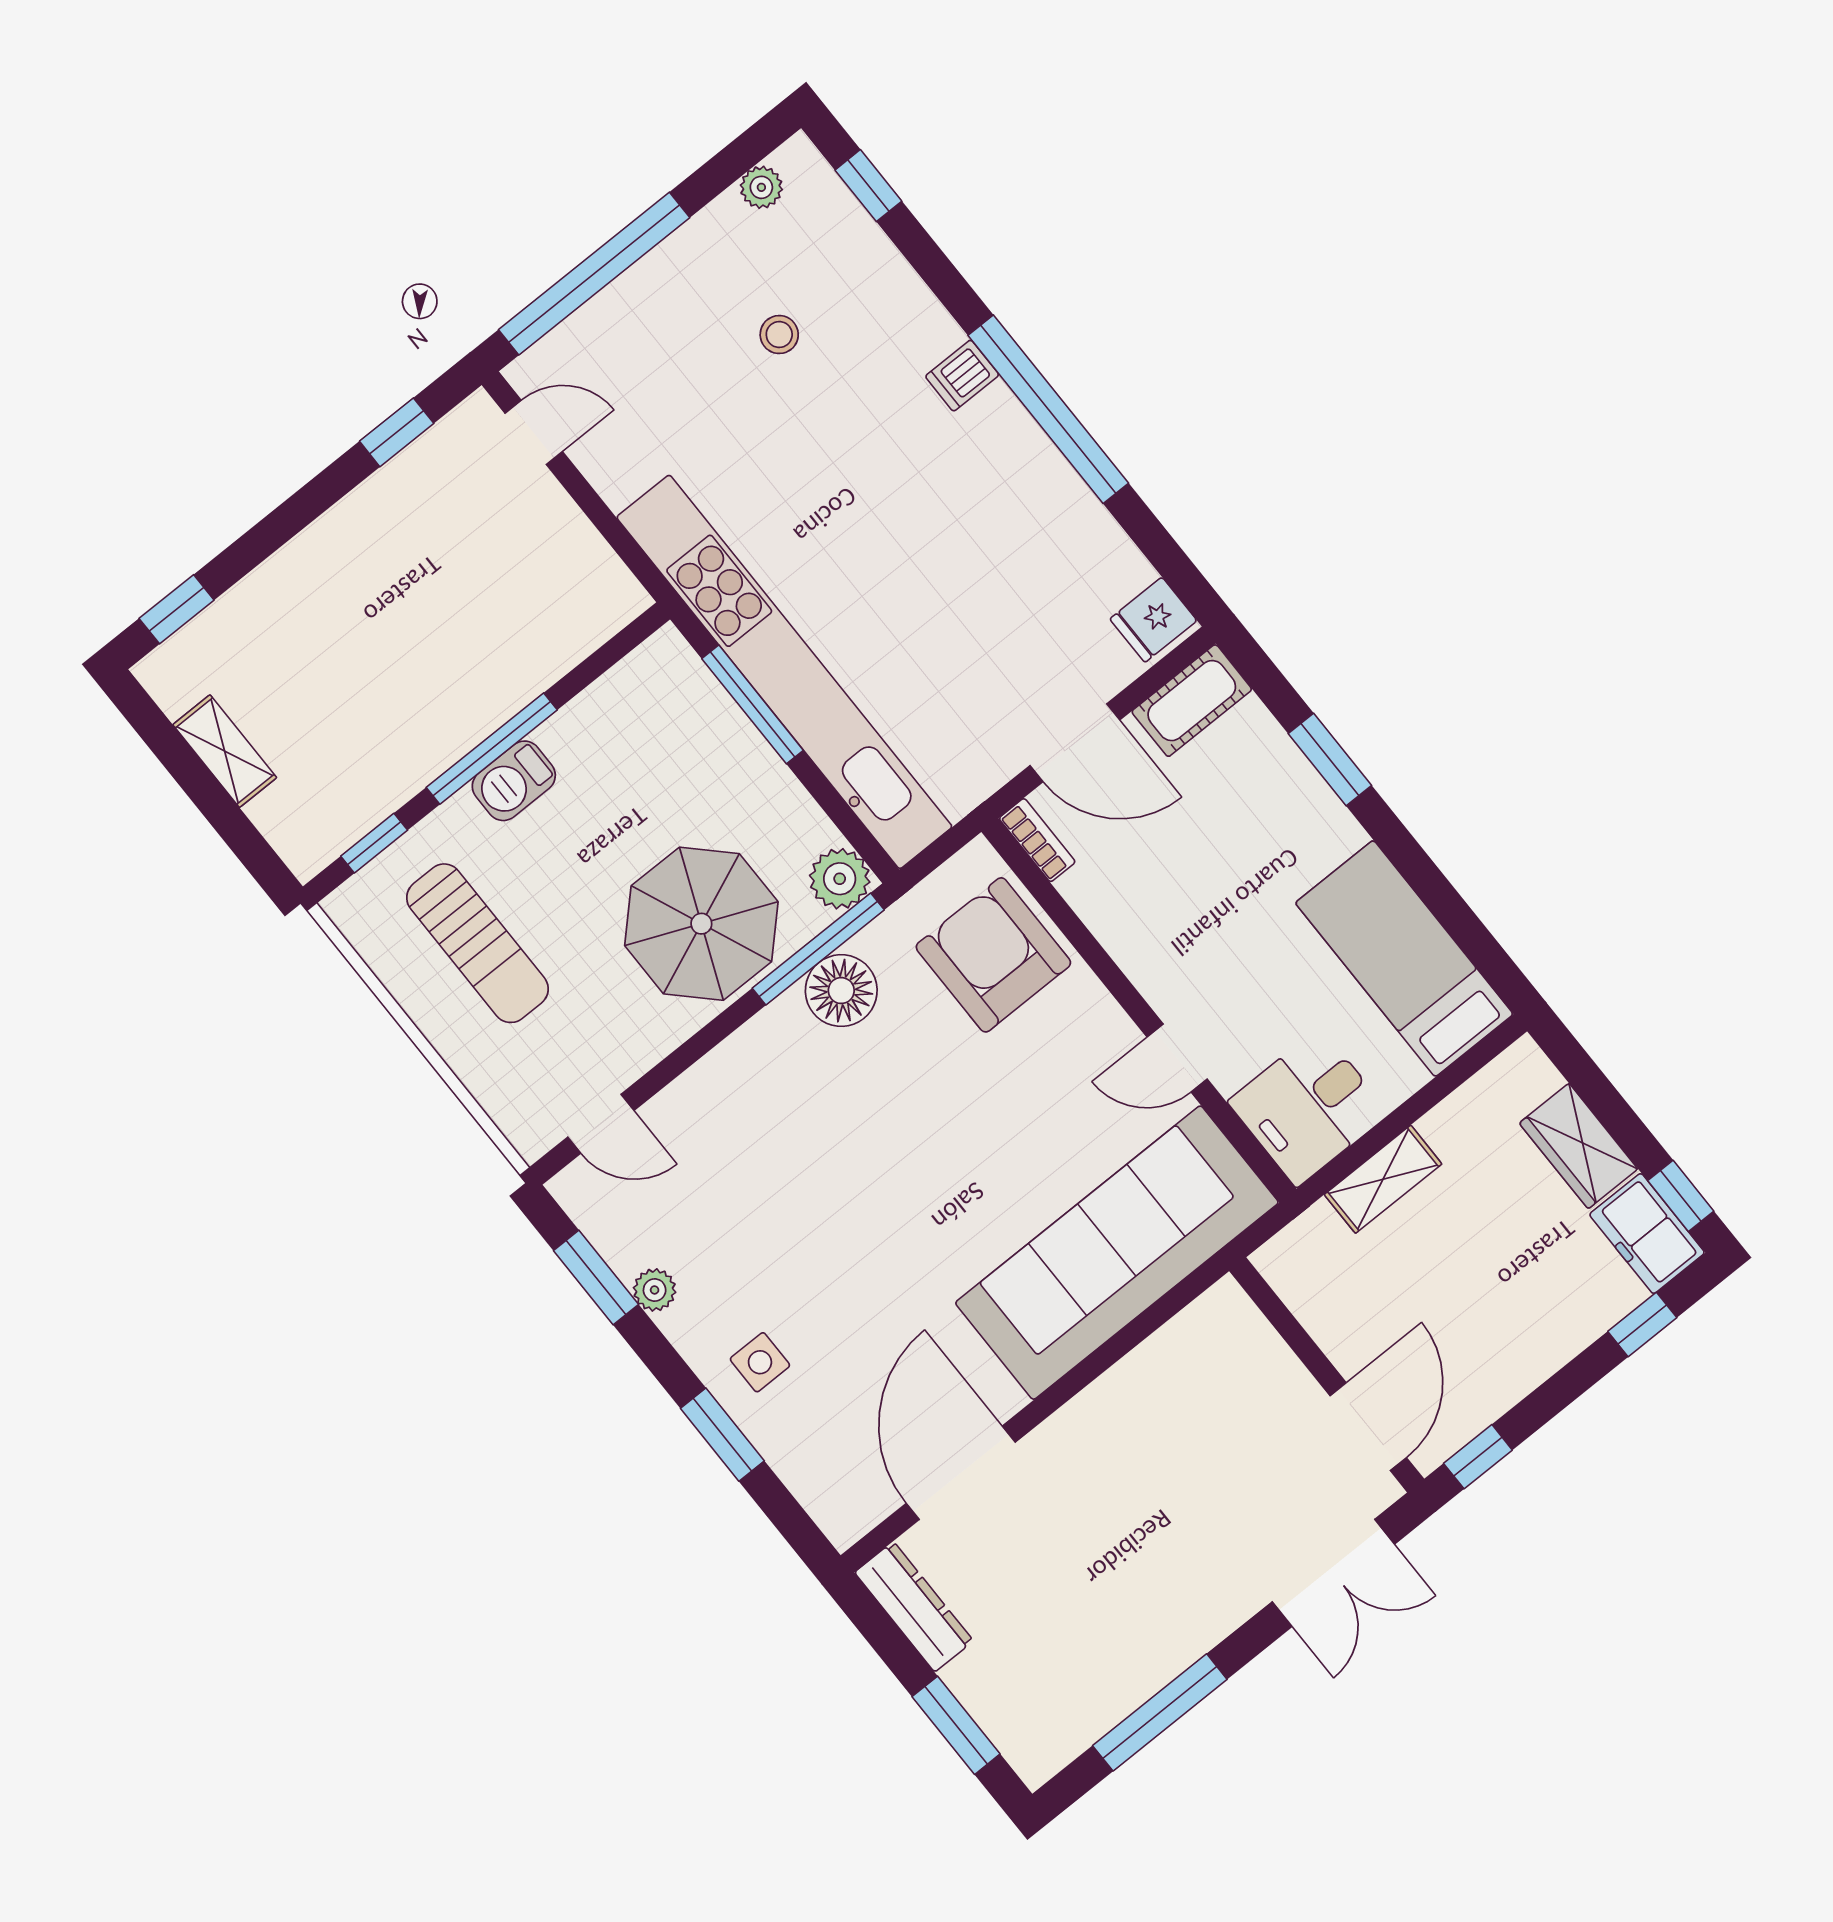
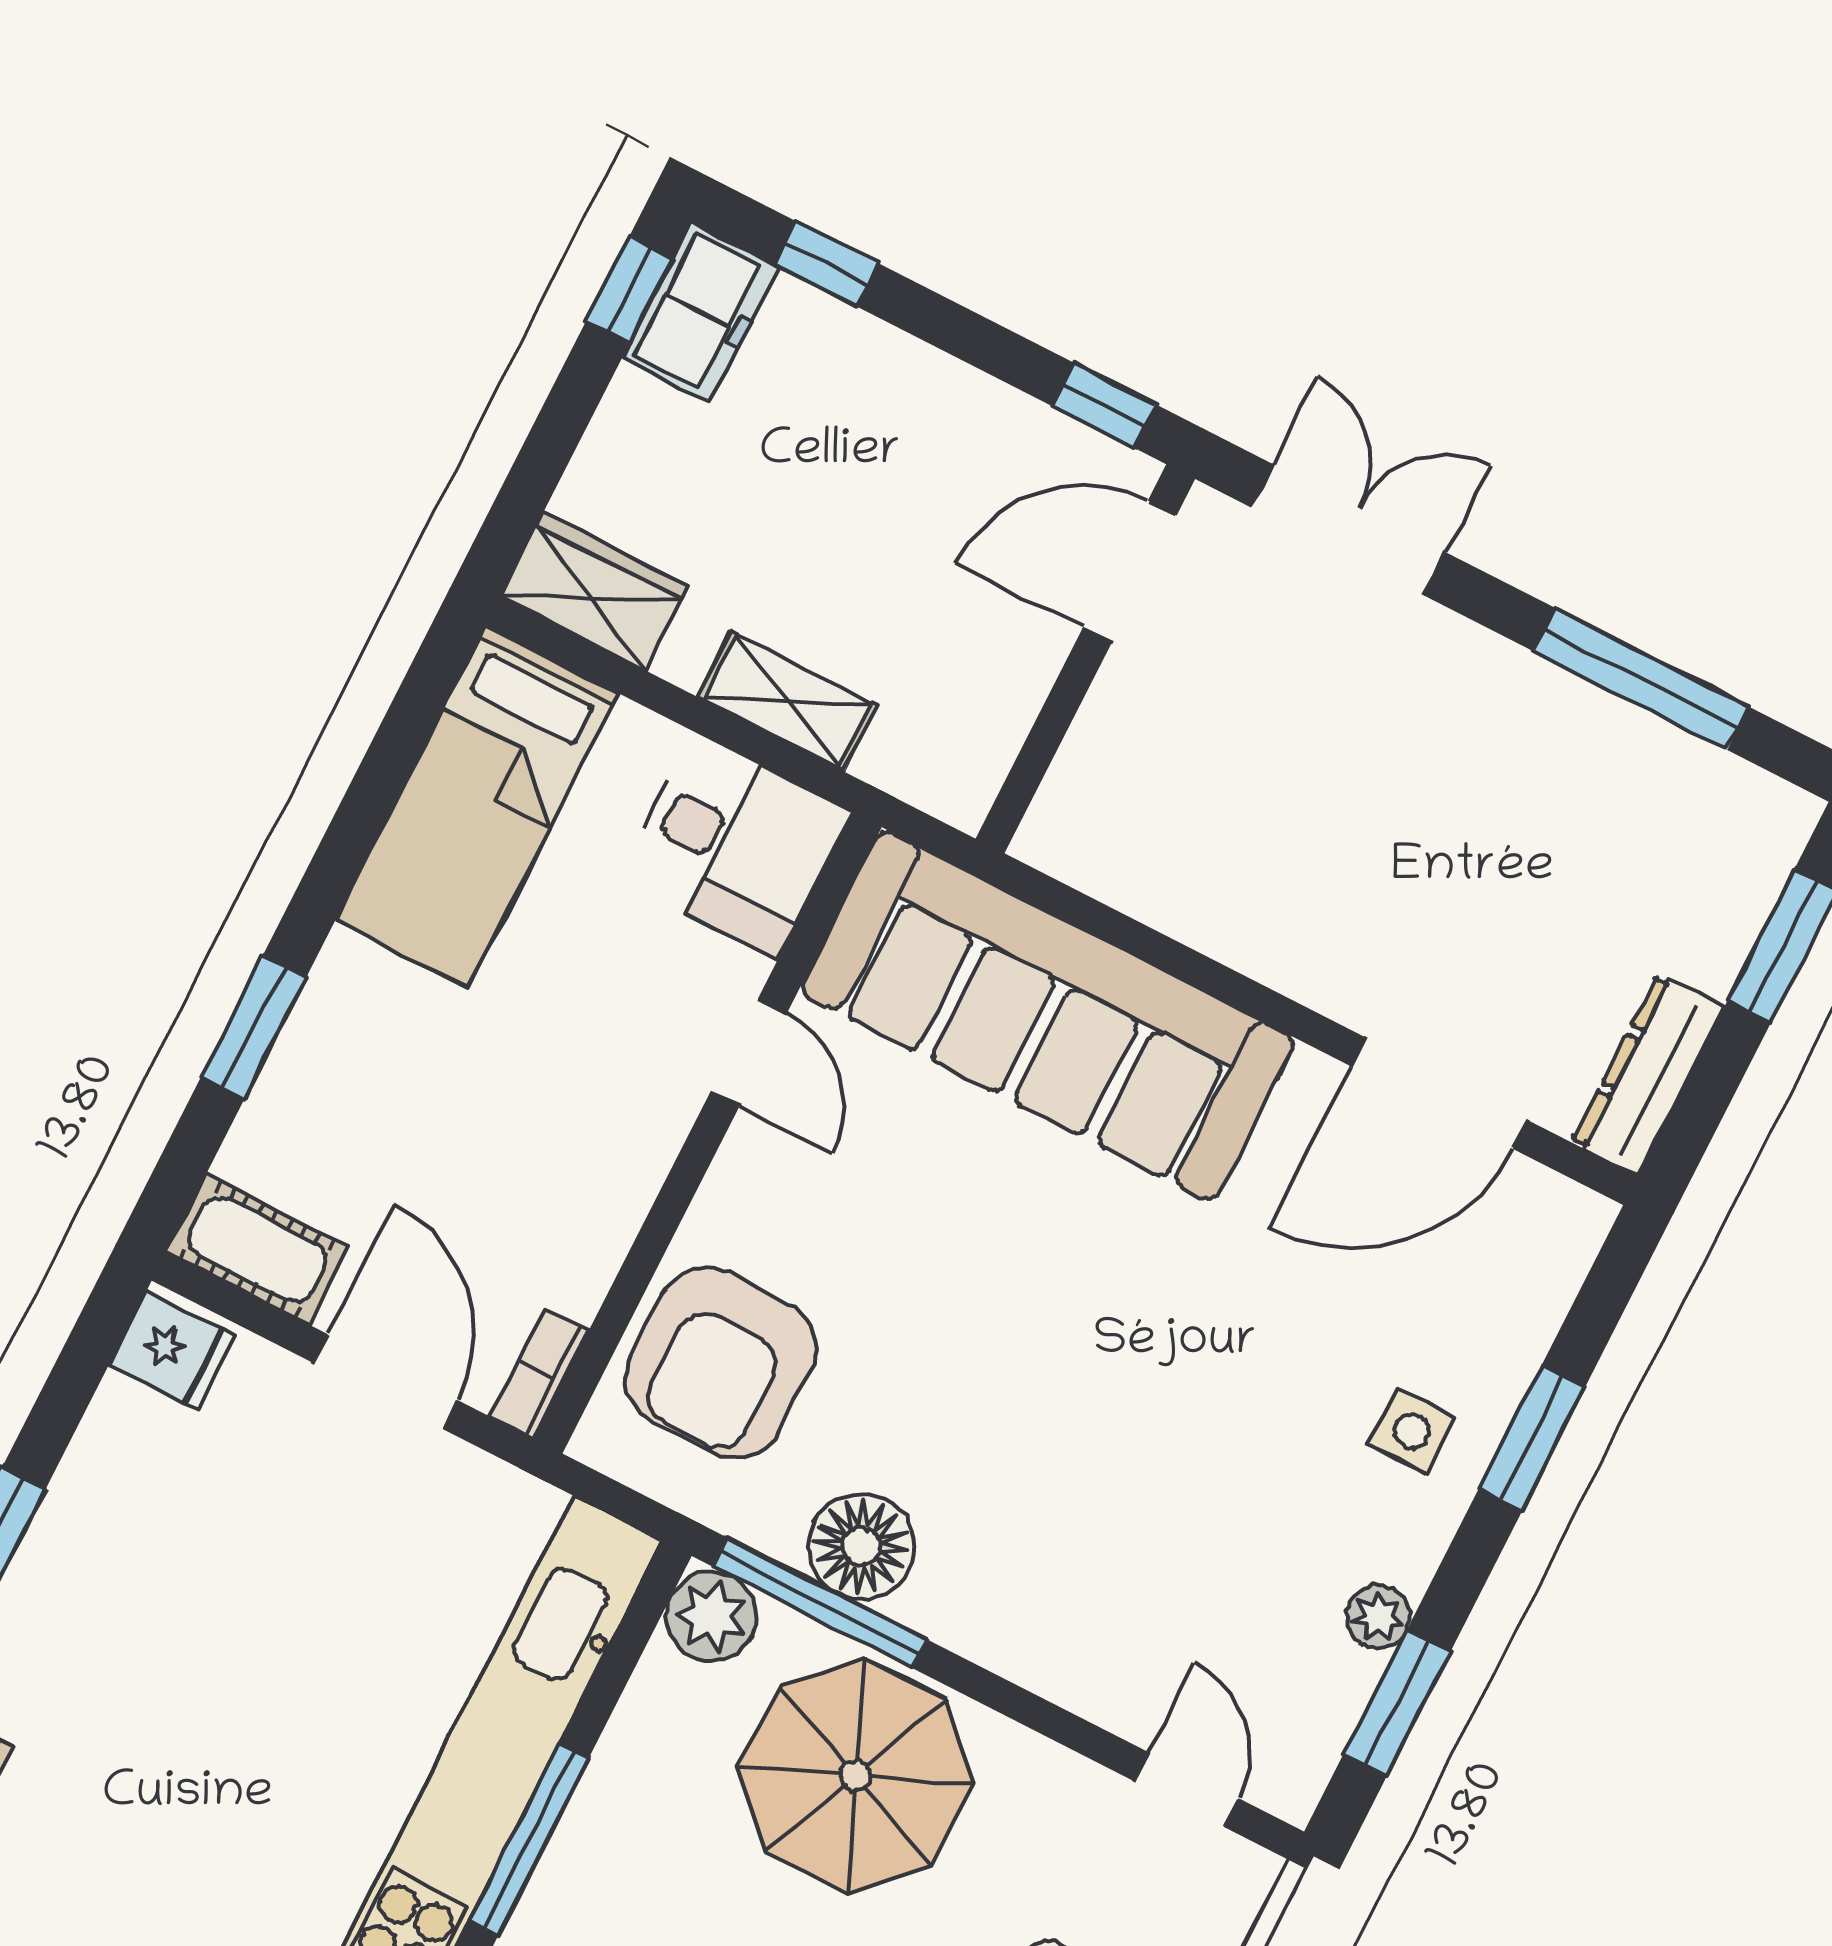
wardrobe: (1579, 1146) -> (594, 591), moved, turned -90

